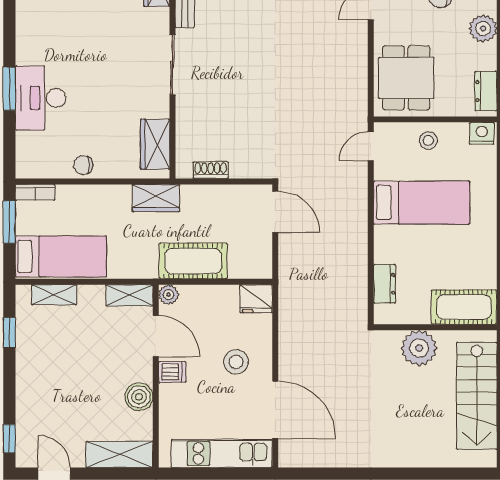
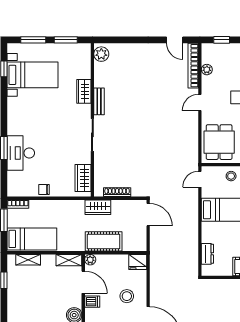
shoe rack: (211, 170) -> (117, 192), width x1.43
wardrobe: (156, 198) -> (98, 207), moved
plant: (419, 348) -> (226, 289), removed

